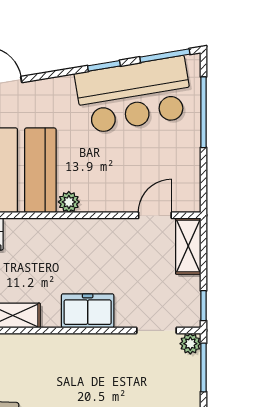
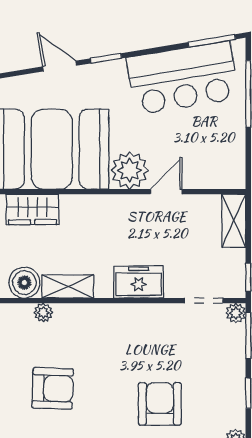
window: (104, 66) -> (106, 58), moved
plant: (69, 202) -> (130, 170), width x1.88, depth x1.88
door: (155, 215) -> (166, 192), moved

